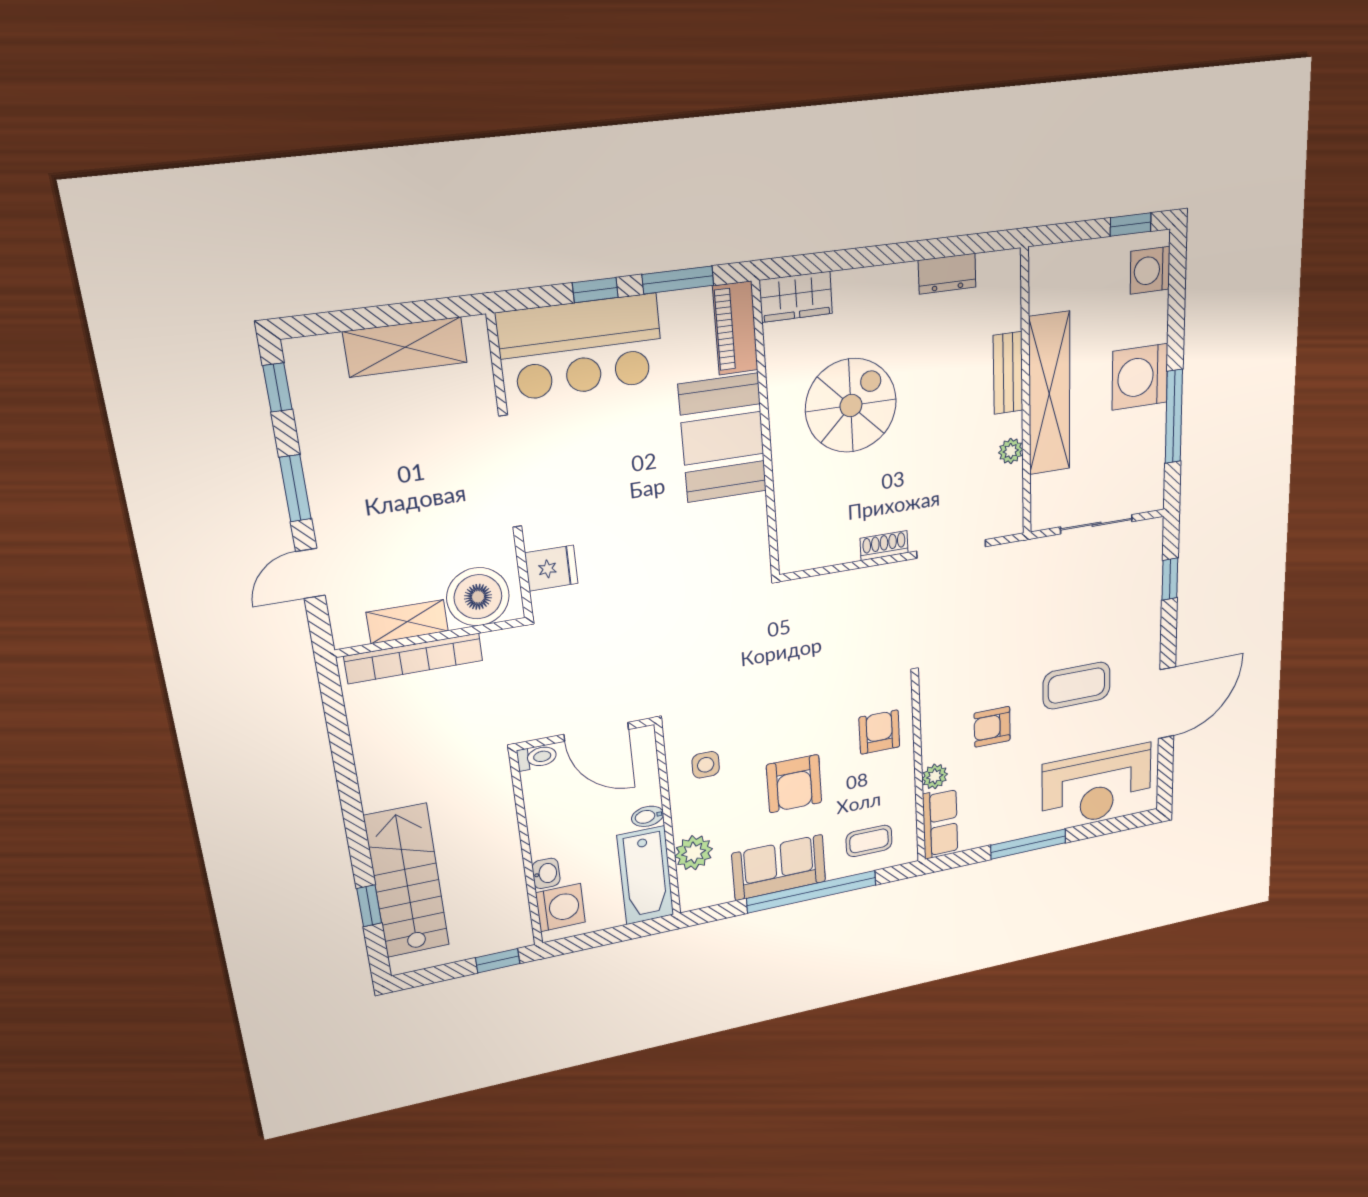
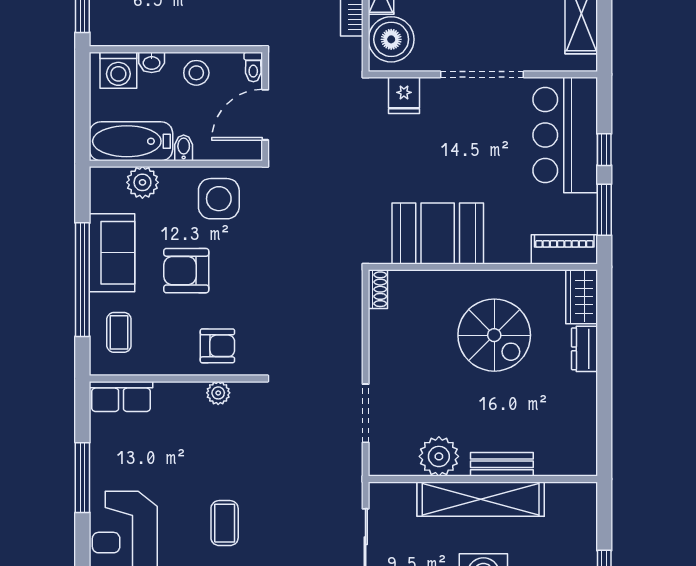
dresser: (947, 274) -> (584, 349), moved
booth: (723, 438) -> (438, 233), moved
plant: (1011, 451) -> (439, 456), width x1.88, depth x1.88
shoe rack: (884, 546) -> (378, 289), moved
coffee table: (1077, 686) -> (225, 523), width x0.73, depth x0.77
armchair: (992, 727) -> (202, 446), removed
side table: (706, 765) -> (219, 199), width x1.87, depth x1.87
plant: (935, 776) -> (218, 393), moved
stool: (553, 821) -> (196, 73), added

